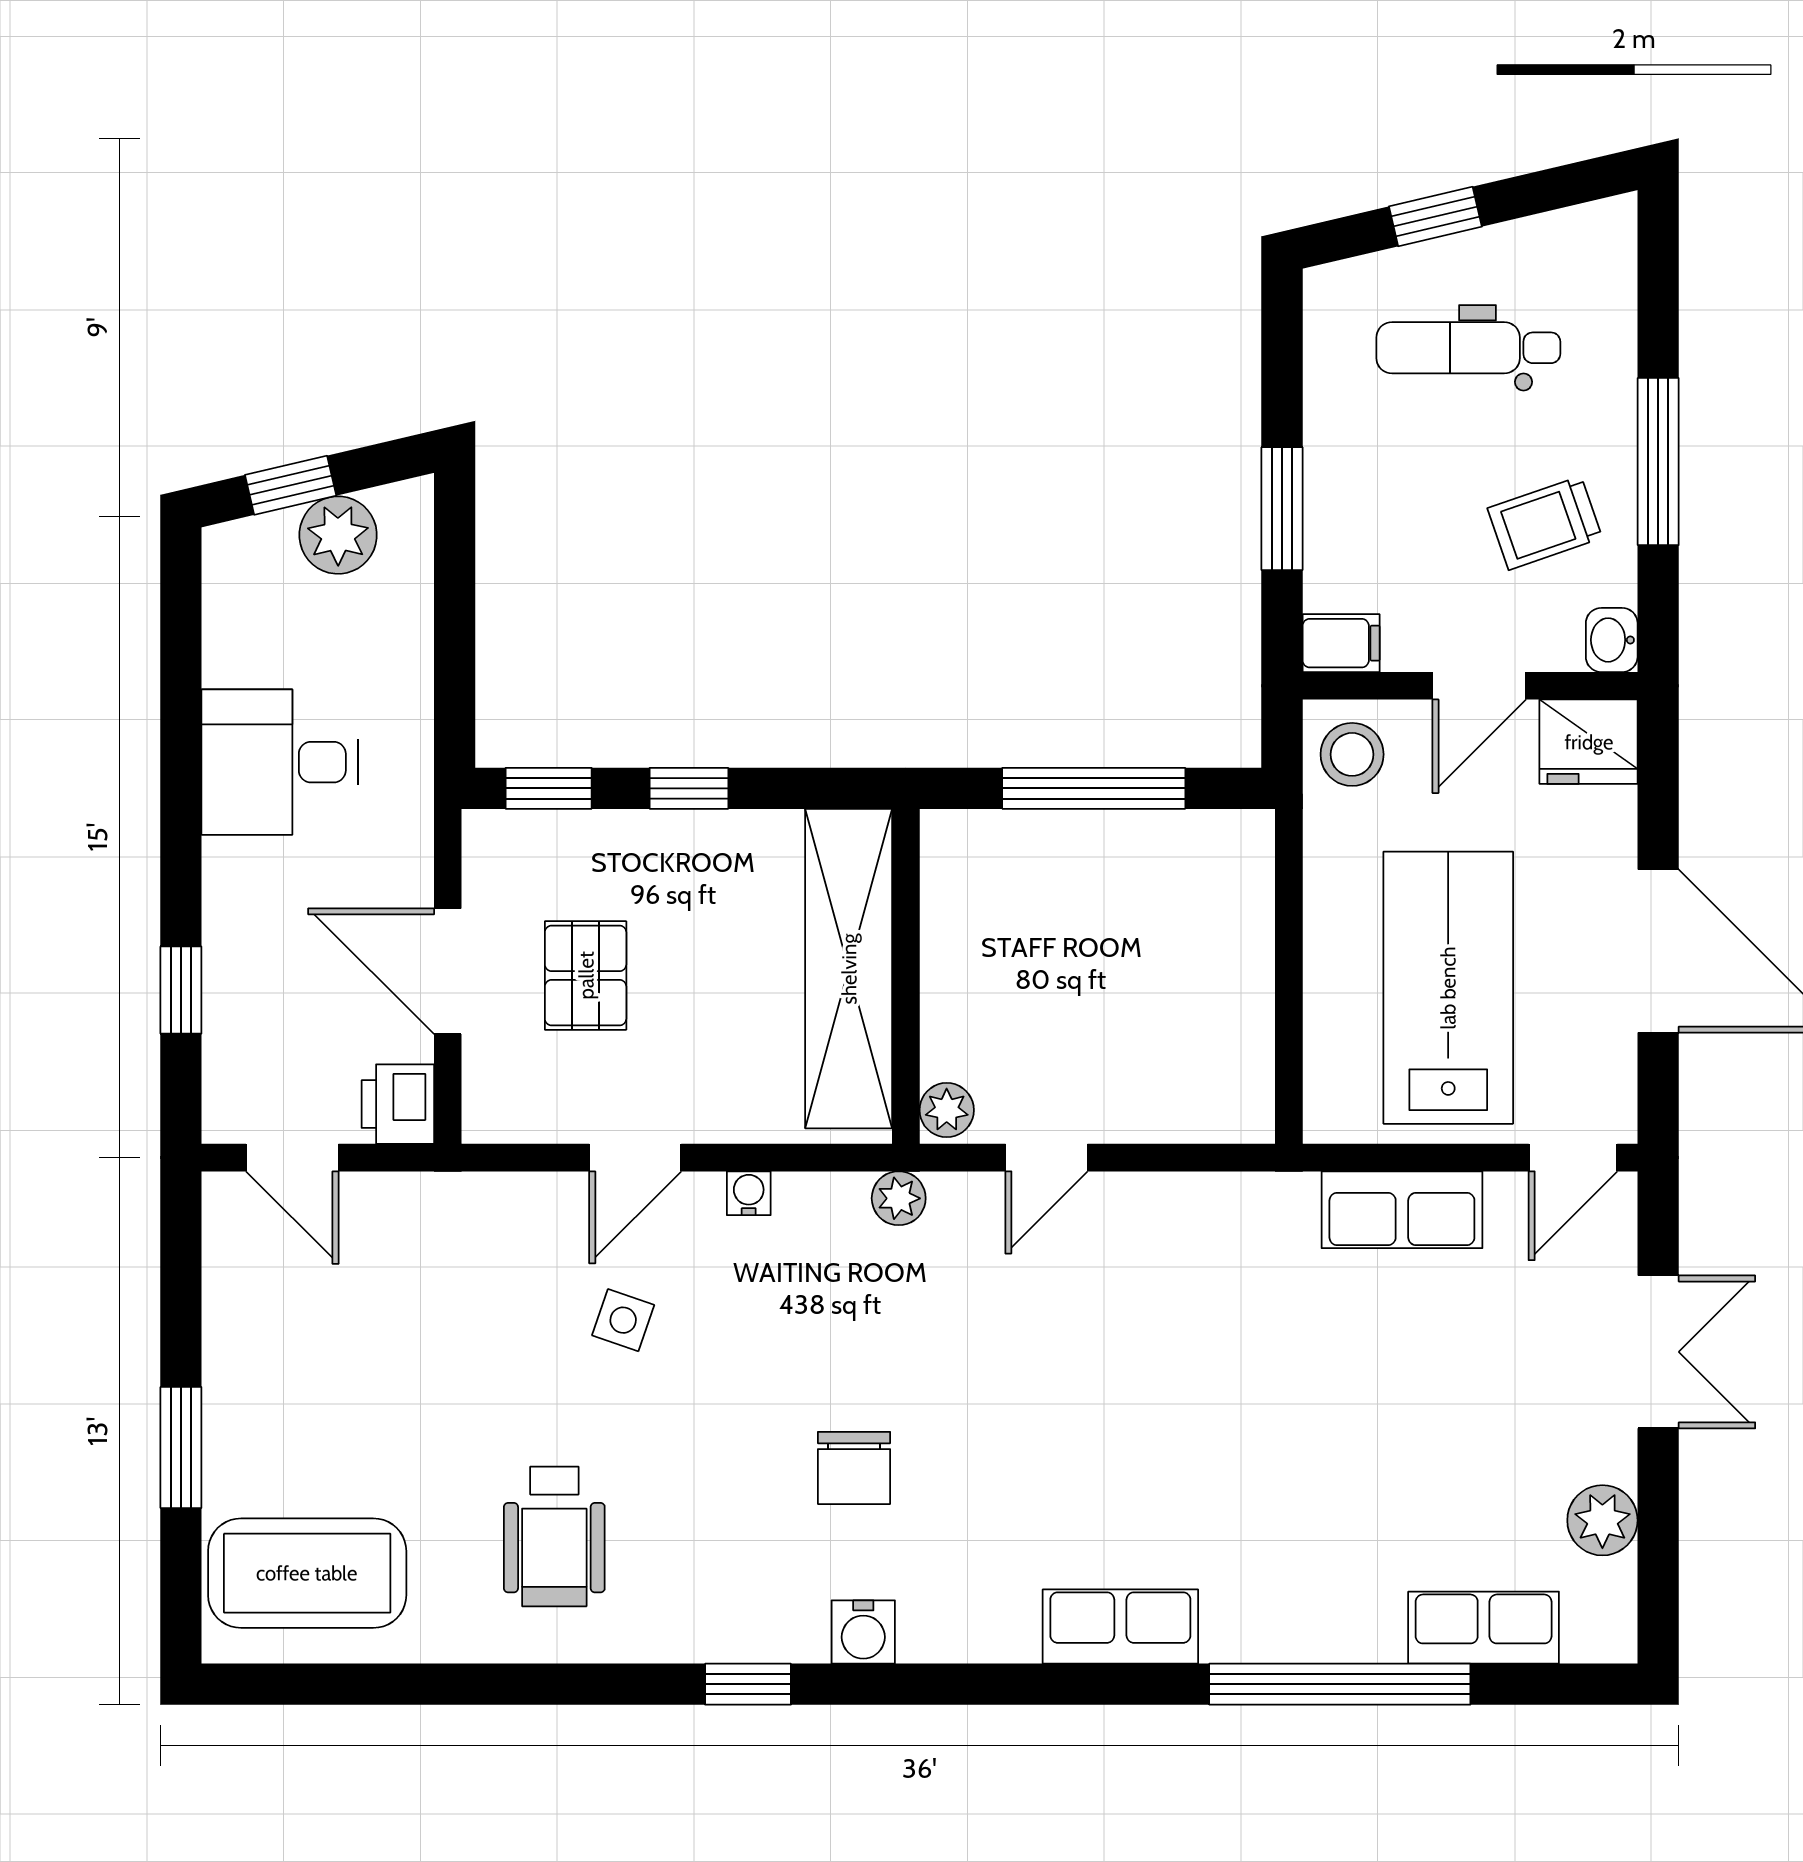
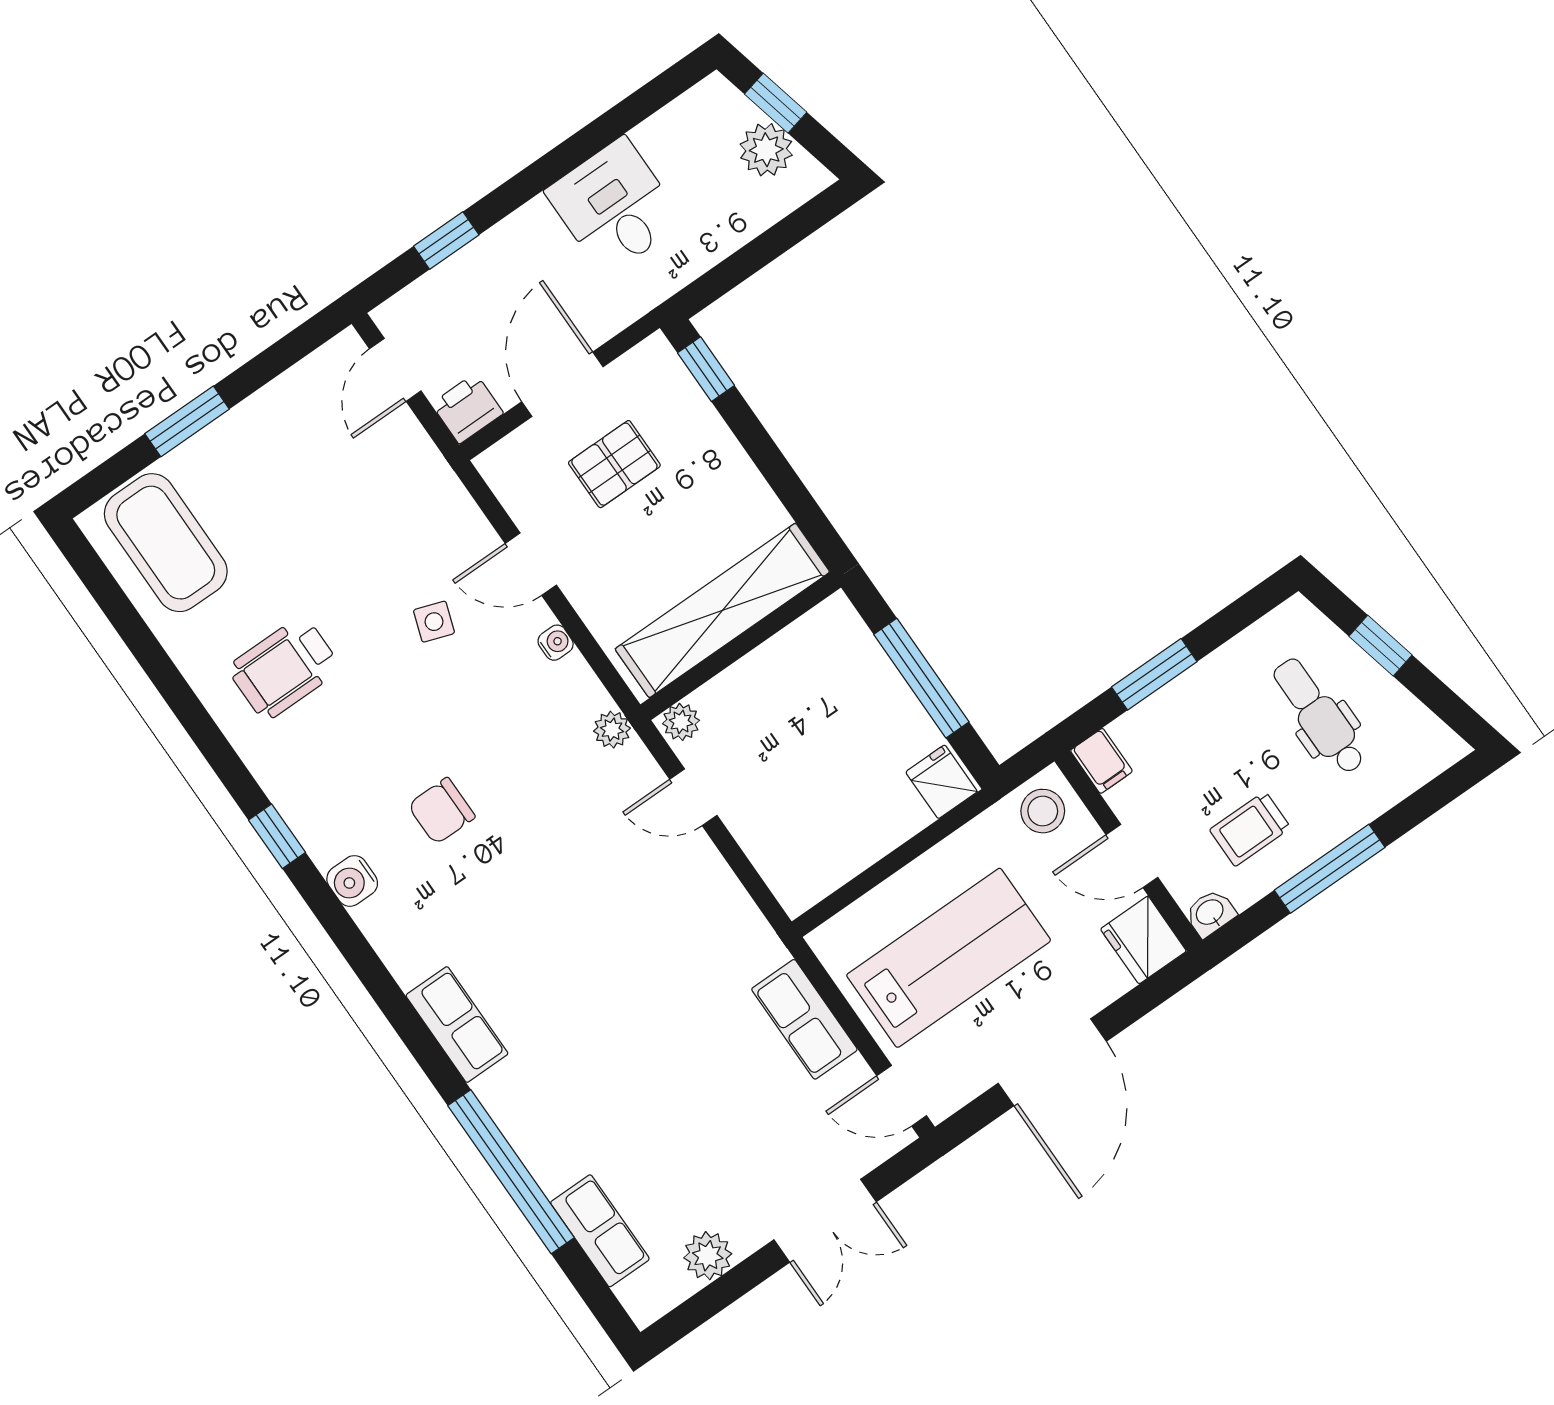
trolley: (1545, 523) -> (1250, 829), turned -71
window: (689, 788) -> (761, 449), removed
fridge: (1233, 850) -> (941, 782), added

